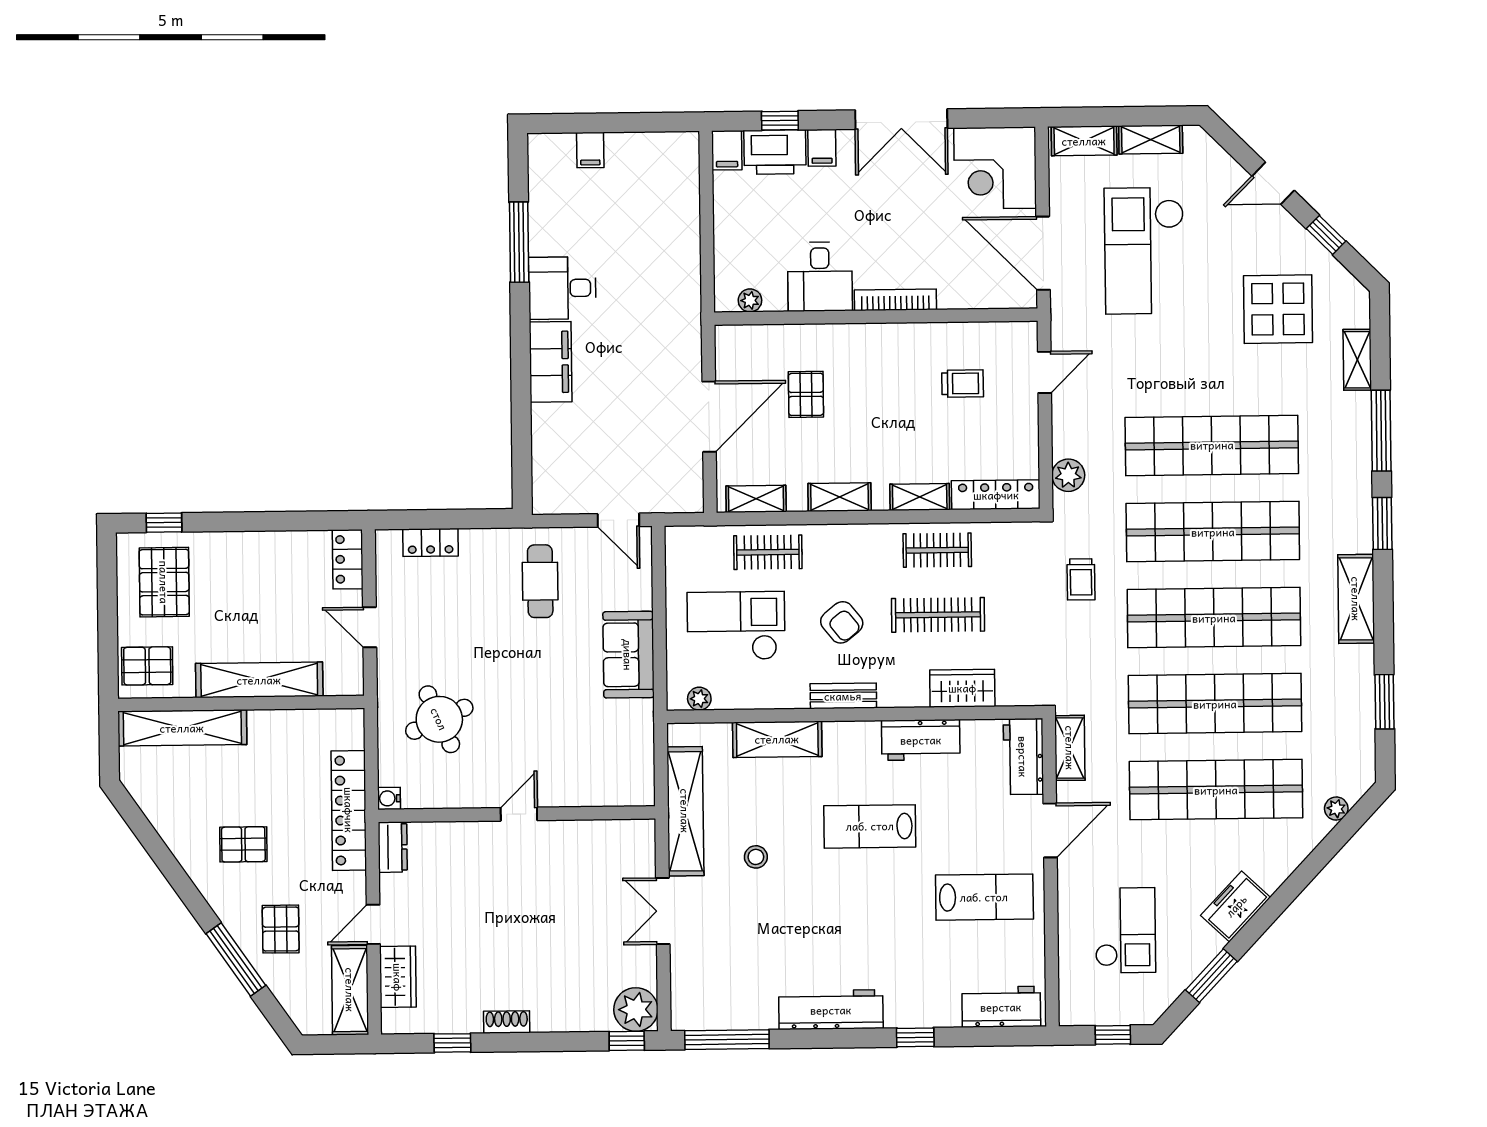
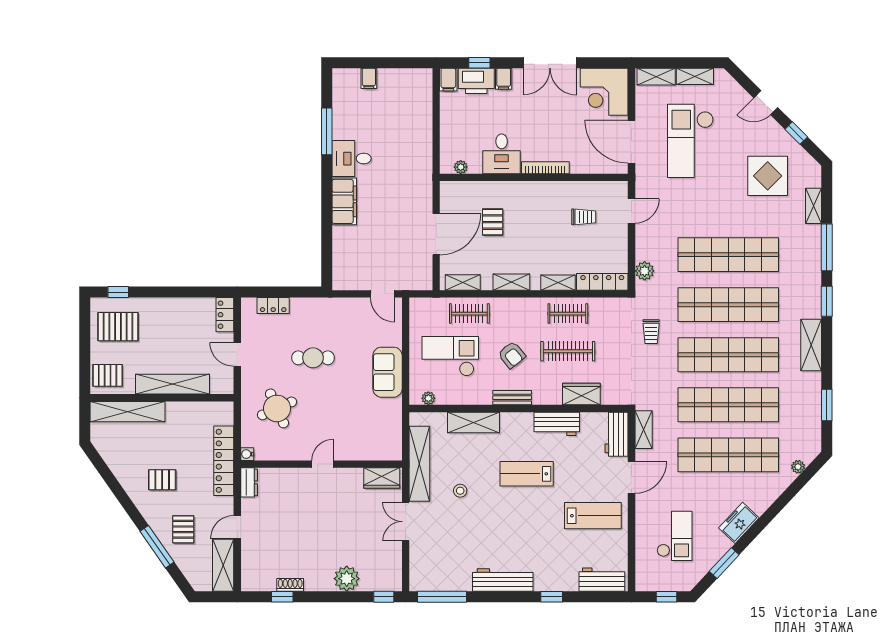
cafe table: (540, 581) -> (313, 358), moved, turned 90
pallet: (164, 582) -> (118, 327), turned 90
wardrobe: (398, 977) -> (382, 478), moved, turned 90
plant: (636, 1010) -> (347, 579), moved
shoe rack: (507, 1022) -> (290, 585), moved

